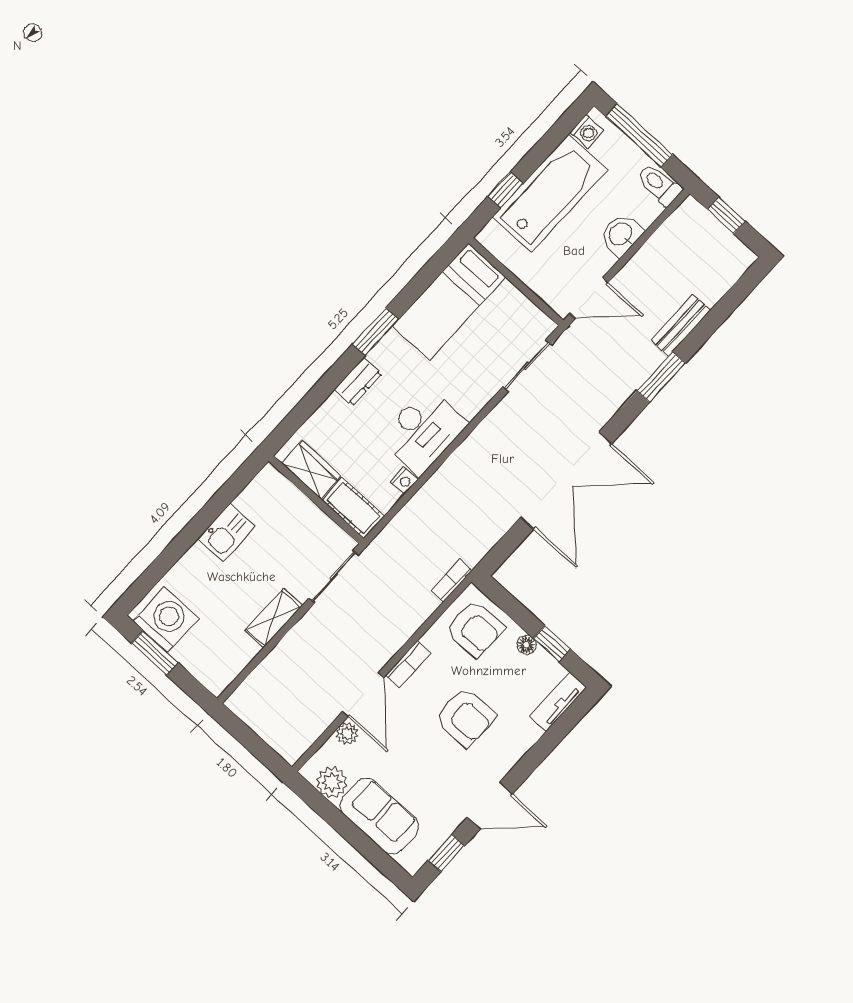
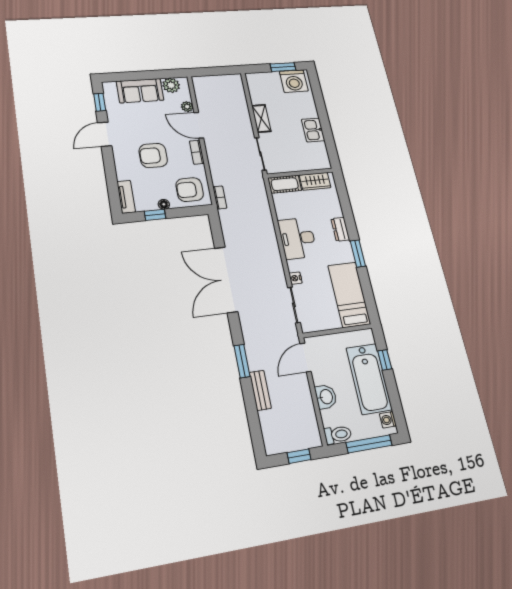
nightstand: (404, 480) -> (296, 278), moved

